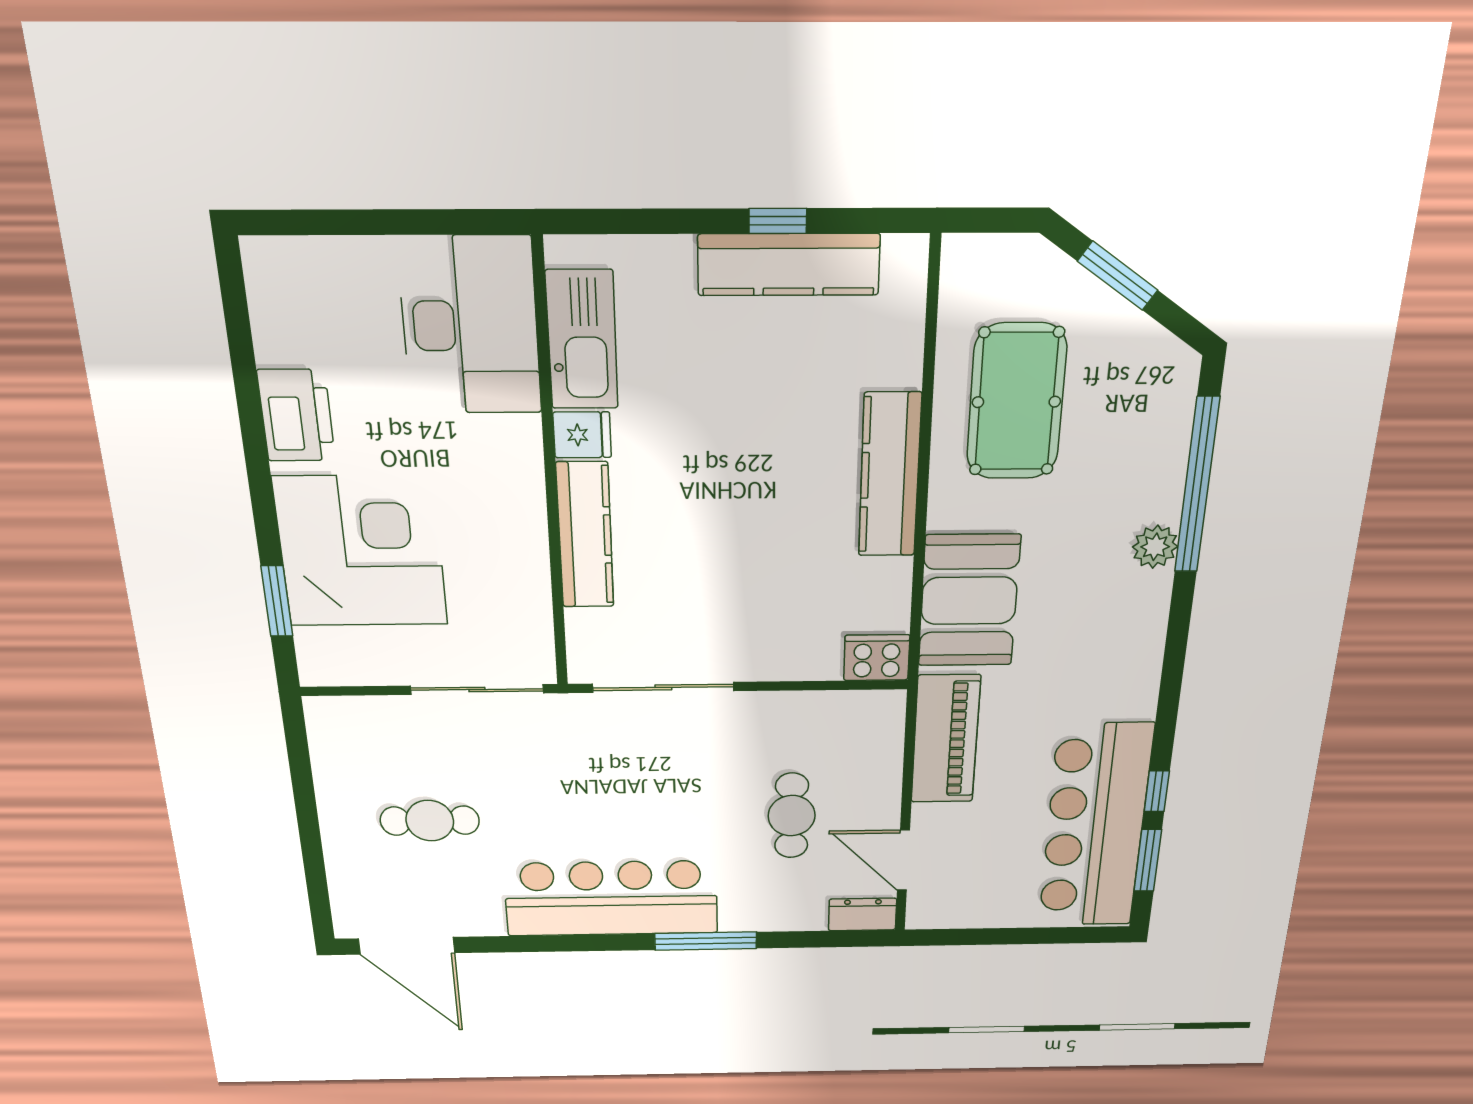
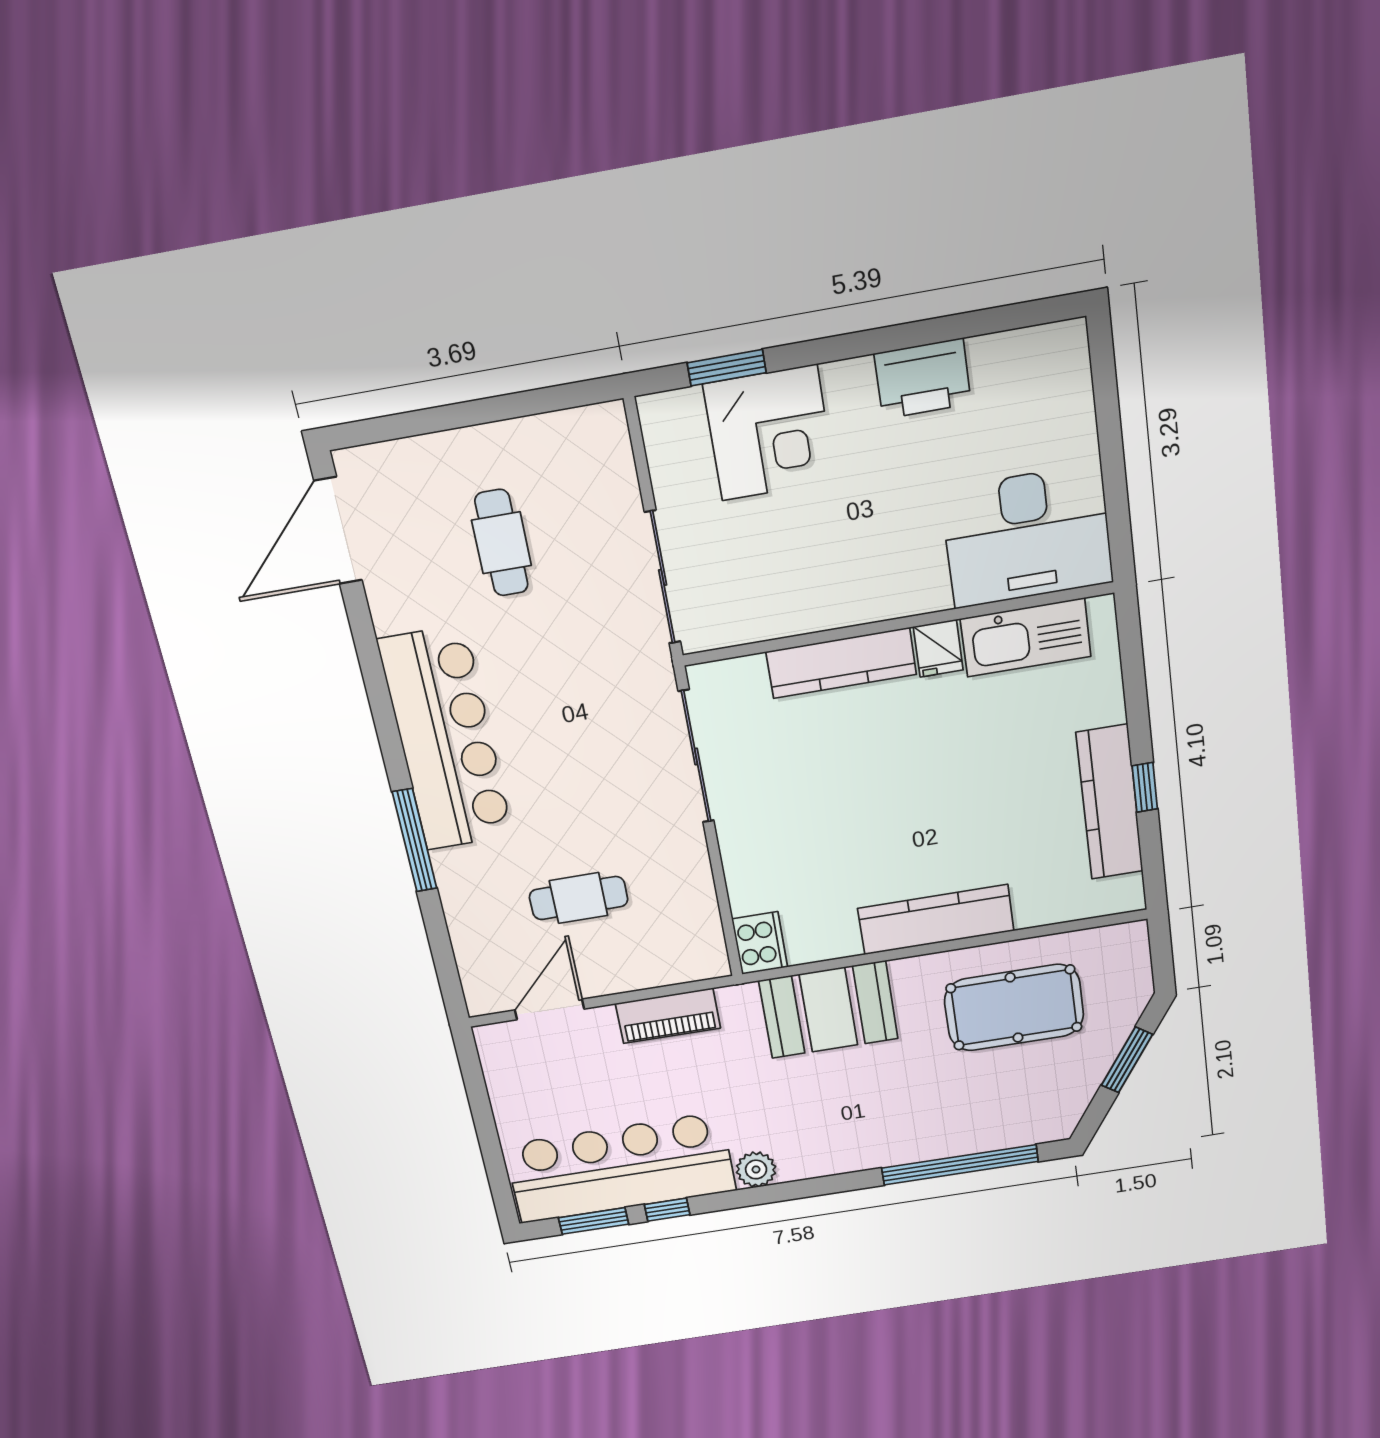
plant: (1155, 547) -> (756, 1169), moved
corner desk: (361, 551) -> (769, 433), width x0.74, depth x0.74
piano: (946, 739) -> (668, 1016), width x0.73, depth x0.75
dresser: (862, 914) -> (480, 984), removed

